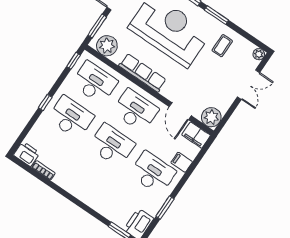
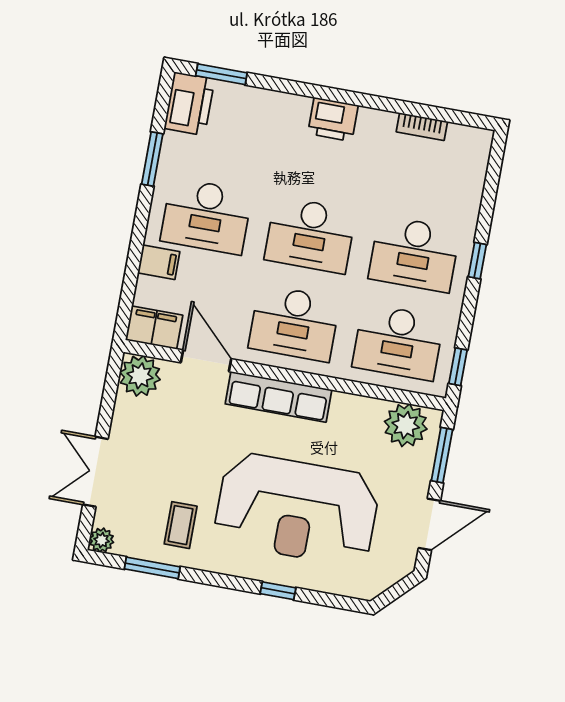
window: (216, 15) -> (152, 568), moved
row of seats: (142, 73) -> (278, 397), moved
printer: (27, 154) -> (333, 119), moved

